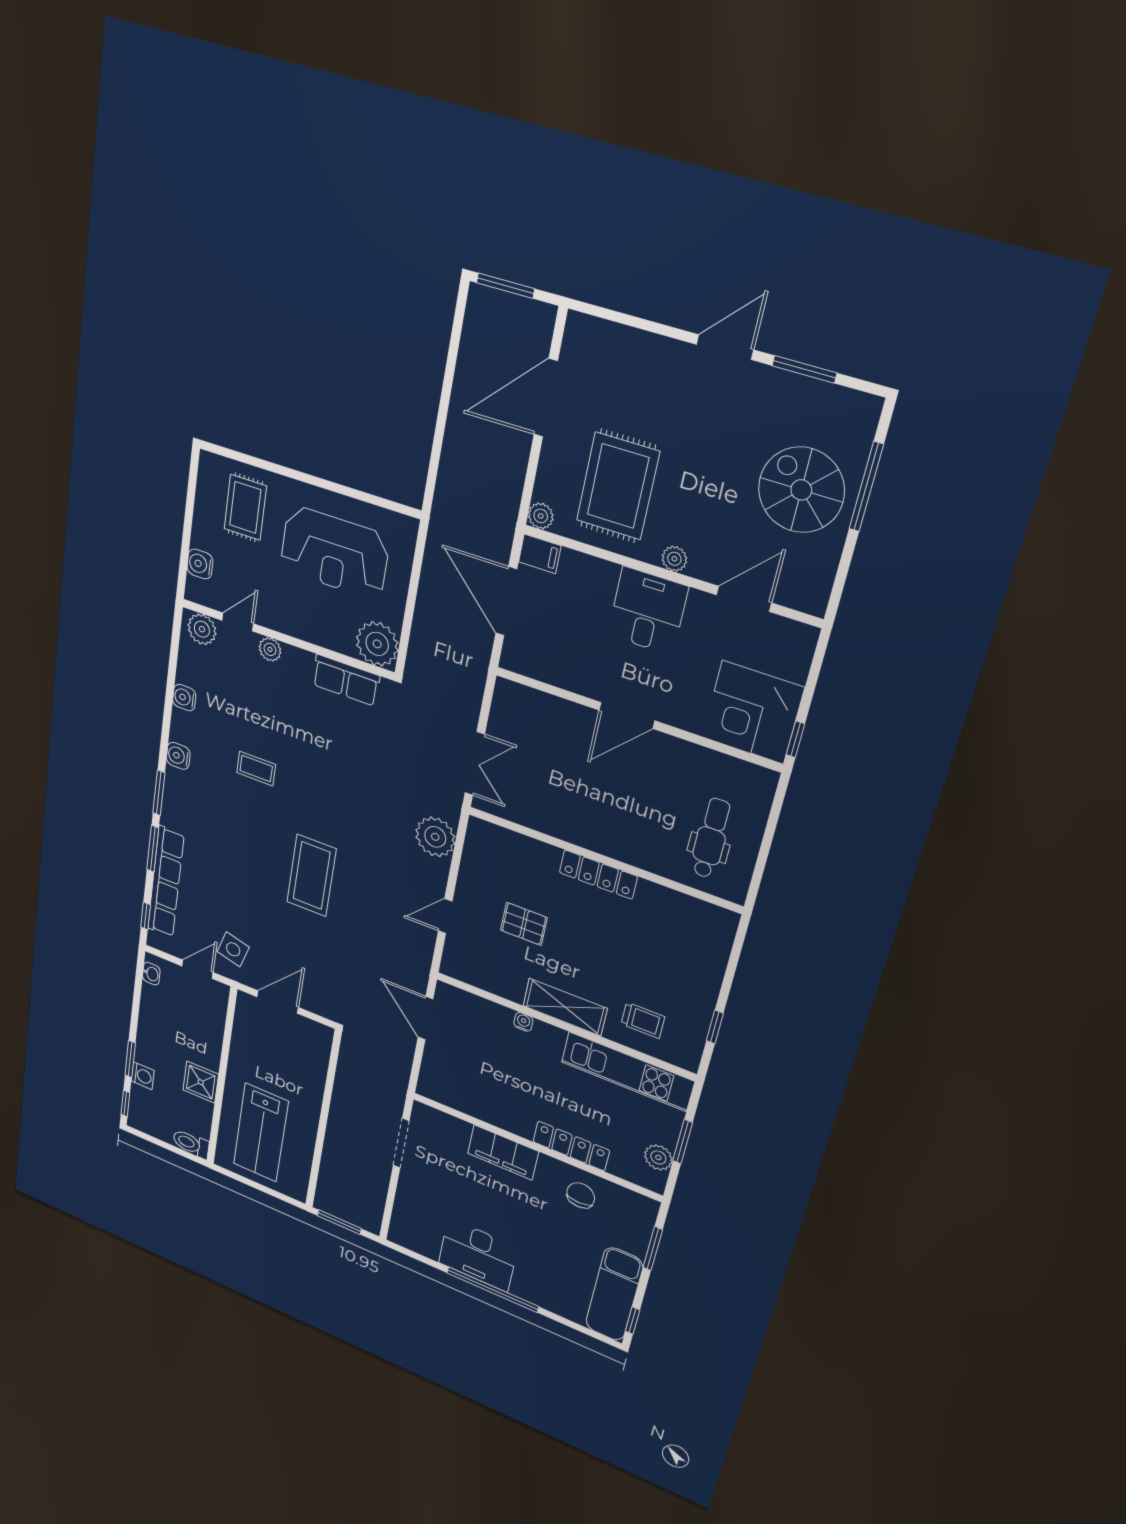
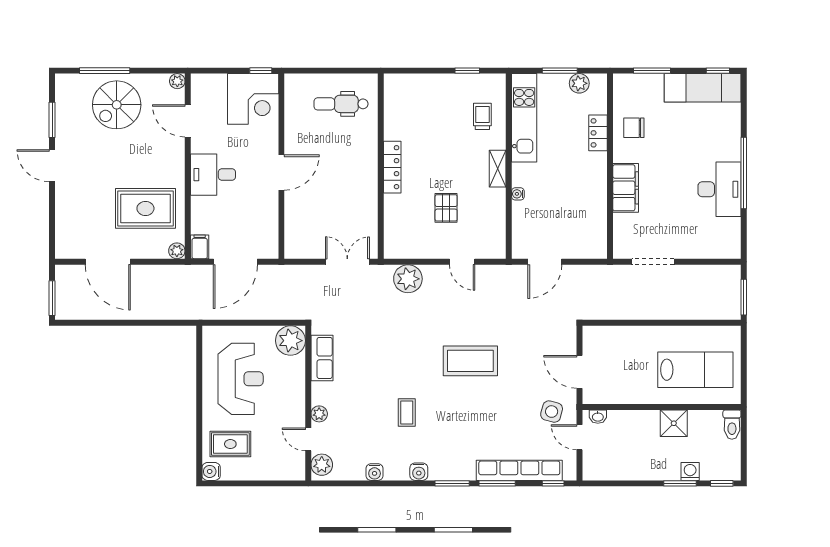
plant: (674, 559) -> (177, 81), moved
water cooler: (200, 564) -> (211, 471), moved, turned 90
door: (627, 715) -> (281, 173), hinge flipped
washbasin: (151, 974) -> (598, 417), moved, turned 180
shelving: (565, 1007) -> (498, 169), width x0.67, depth x0.75
locker: (571, 1146) -> (598, 133), width x0.66

